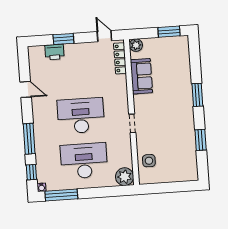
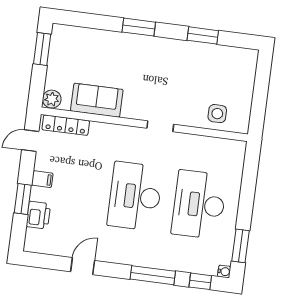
filing cabinet: (80, 50) -> (42, 179), added
plant: (125, 177) -> (233, 152), removed
window: (61, 195) -> (241, 246), width x0.69

